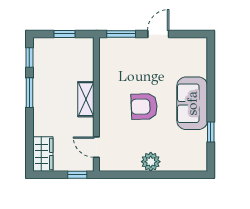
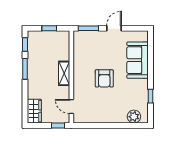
sofa: (192, 103) -> (138, 60), moved
armchair: (144, 106) -> (104, 78), turned -88
plant: (151, 162) -> (134, 117), moved

